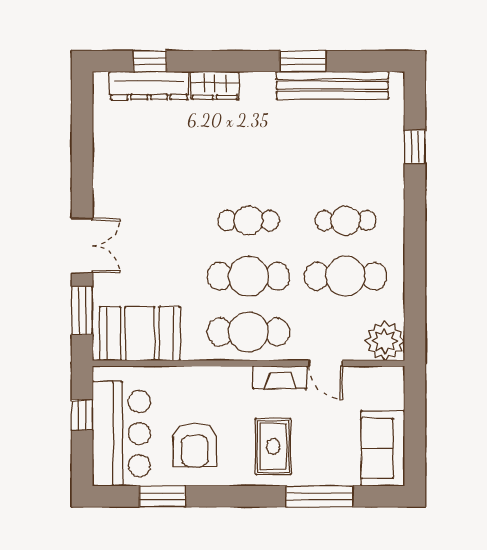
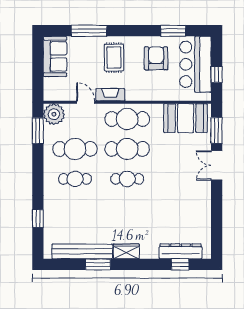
wardrobe: (215, 85) -> (126, 251), moved
window: (415, 310) -> (38, 131), added

